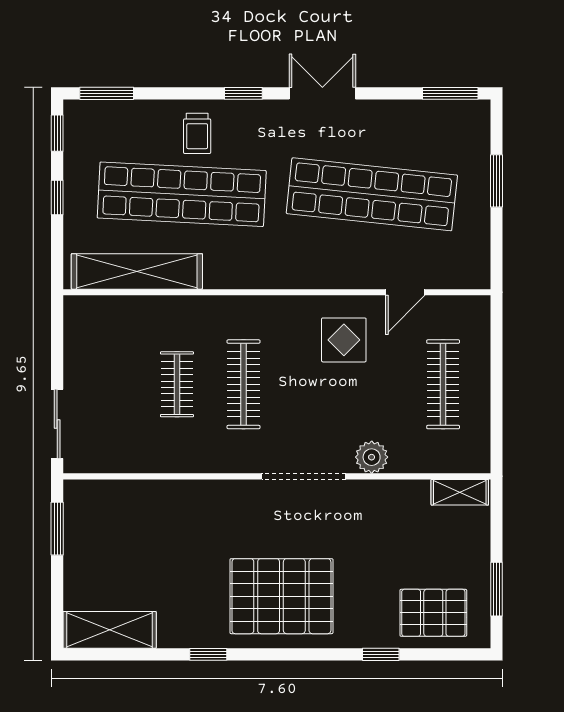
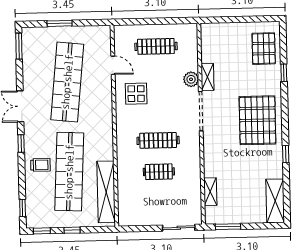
window: (107, 93) -> (23, 208), width x0.67
shelving: (460, 492) -> (207, 77), moved
shelving: (132, 493) -> (210, 192), added
window: (496, 589) -> (252, 19), removed

